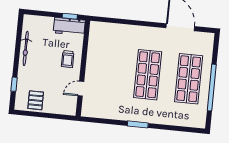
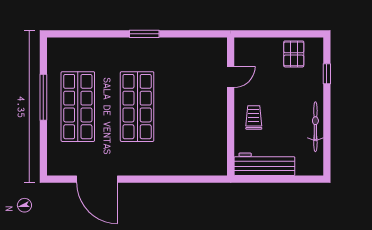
window: (70, 16) -> (257, 179), removed
workbench: (69, 27) -> (264, 164), width x1.38
window: (212, 88) -> (43, 97), width x0.68

